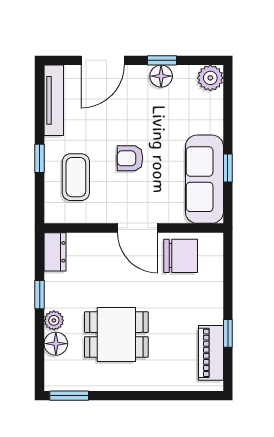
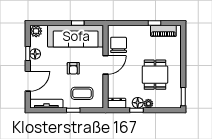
door: (103, 60) -> (28, 81), hinge flipped
sofa: (204, 179) -> (76, 36), width x1.36, depth x1.27
floor lamp: (56, 344) -> (138, 103), moved

